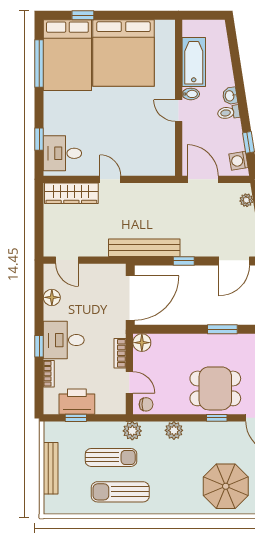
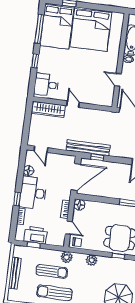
door: (179, 111) -> (118, 80), moved
window: (39, 139) -> (35, 61), moved
window: (184, 261) -> (97, 157), moved
desk: (64, 340) -> (33, 193), width x1.37

